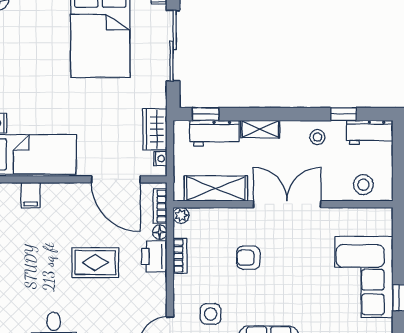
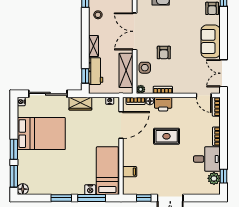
wardrobe: (155, 129) -> (80, 104), moved
rug: (95, 263) -> (167, 136), turned 90
side table: (211, 314) -> (145, 68), moved

